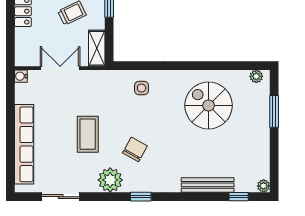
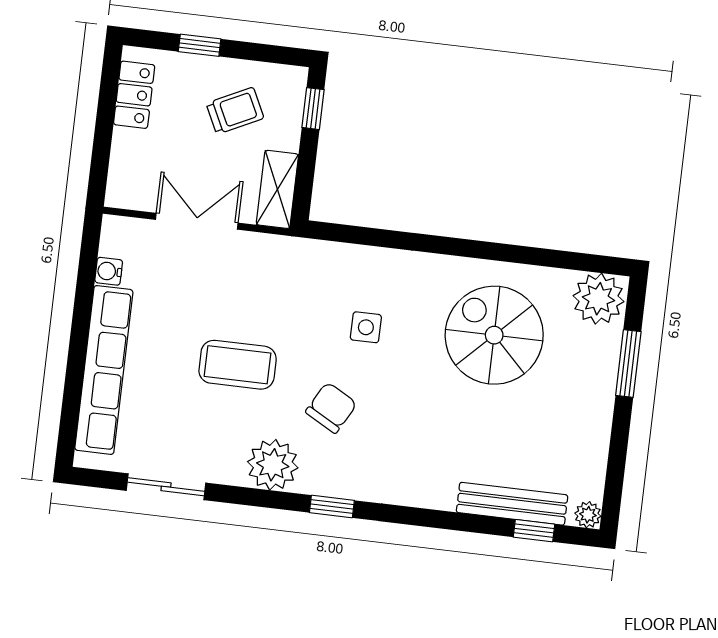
water cooler: (21, 76) -> (109, 271), moved
plant: (256, 76) -> (598, 299), width x1.88, depth x1.88
side table: (142, 88) -> (366, 327), moved
coffee table: (88, 134) -> (238, 365), turned 90
bench: (208, 185) -> (512, 504), moved

